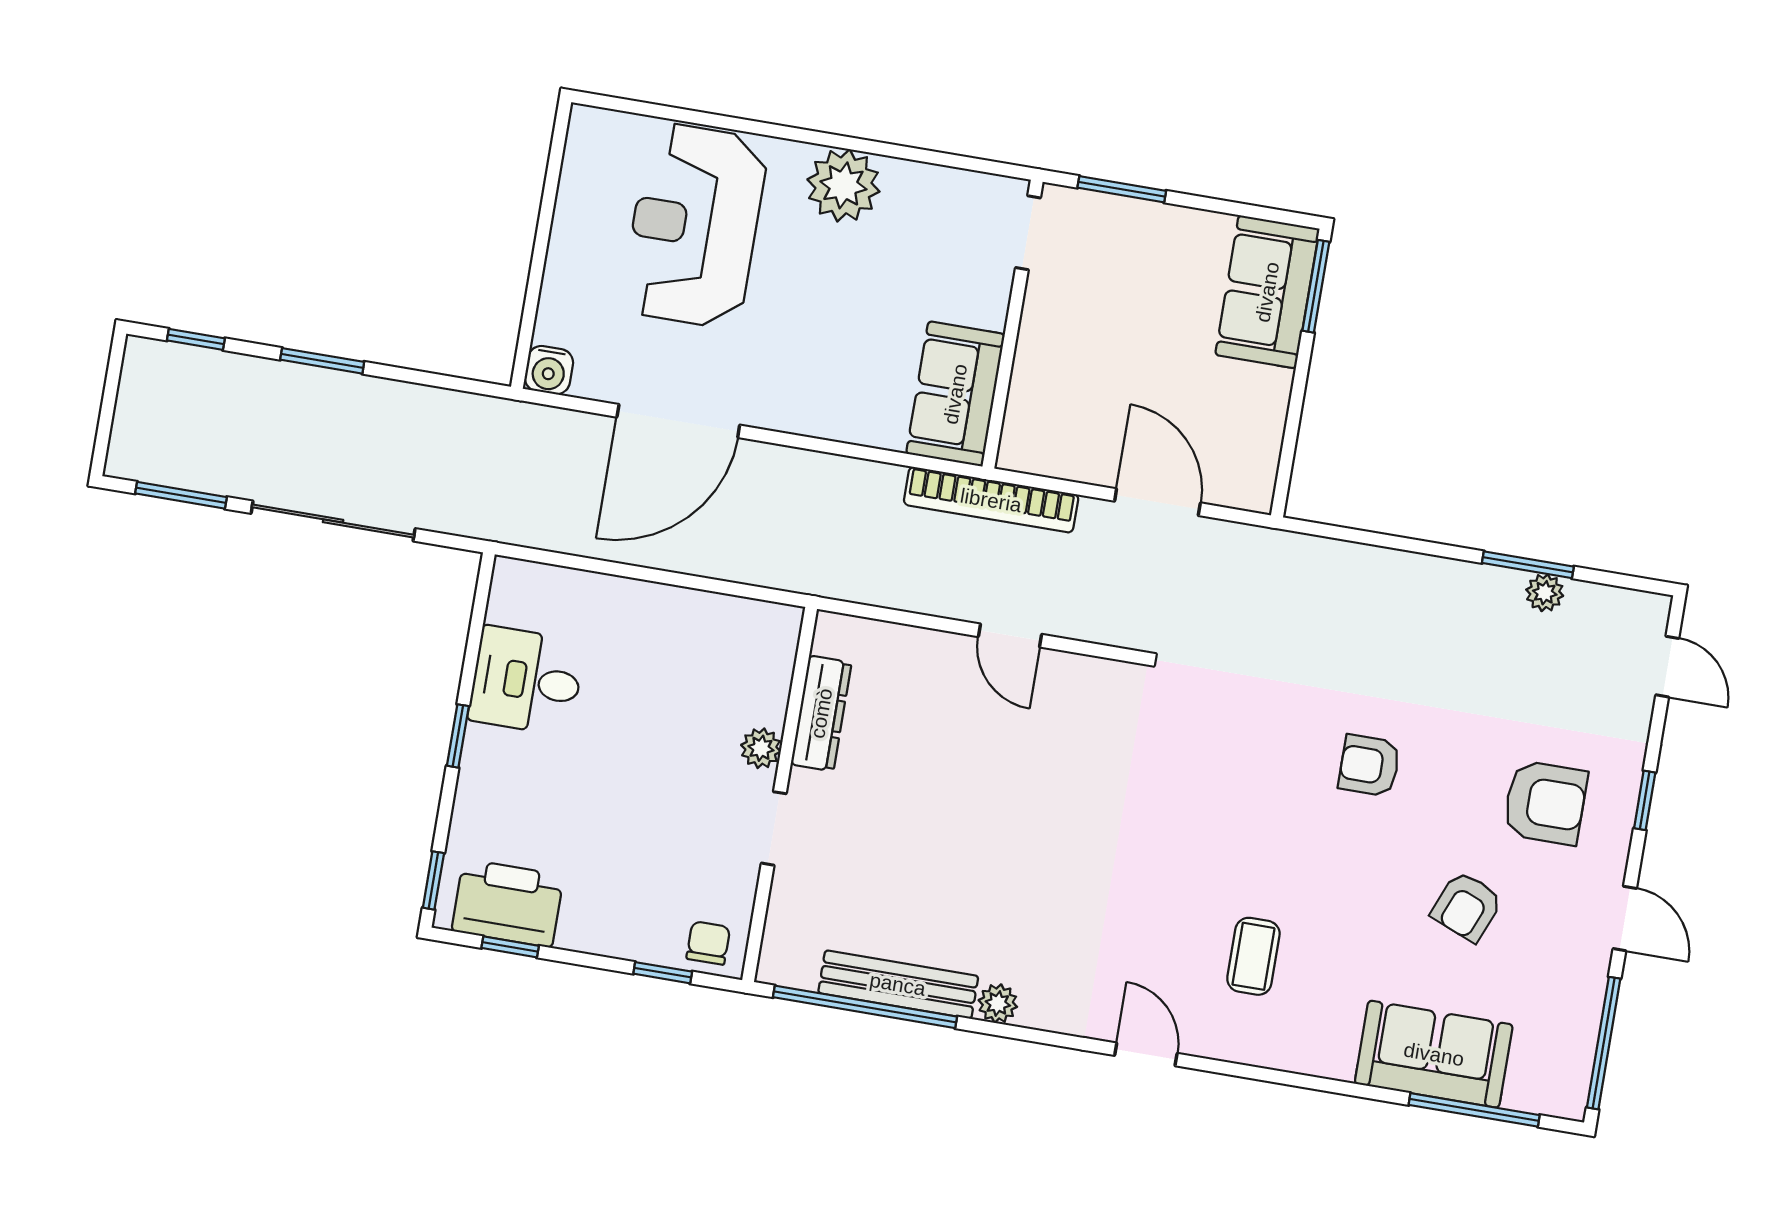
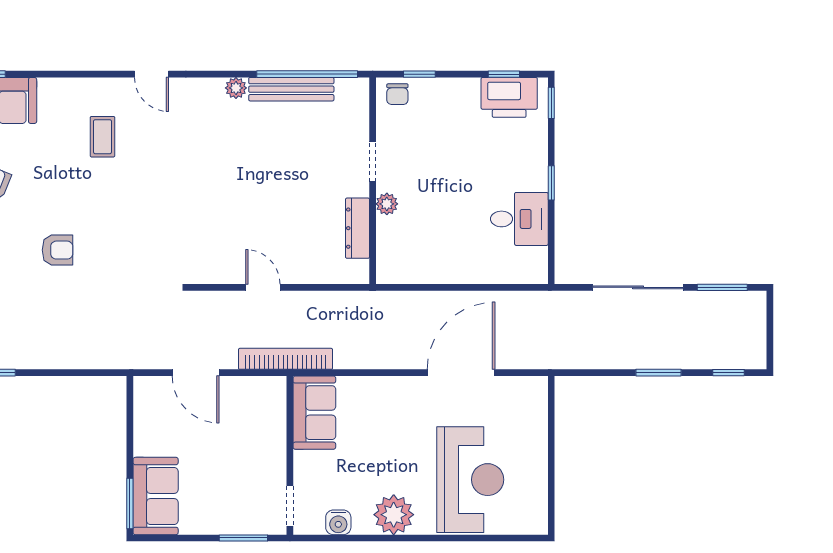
water cooler: (549, 370) -> (338, 522), moved, turned 180

